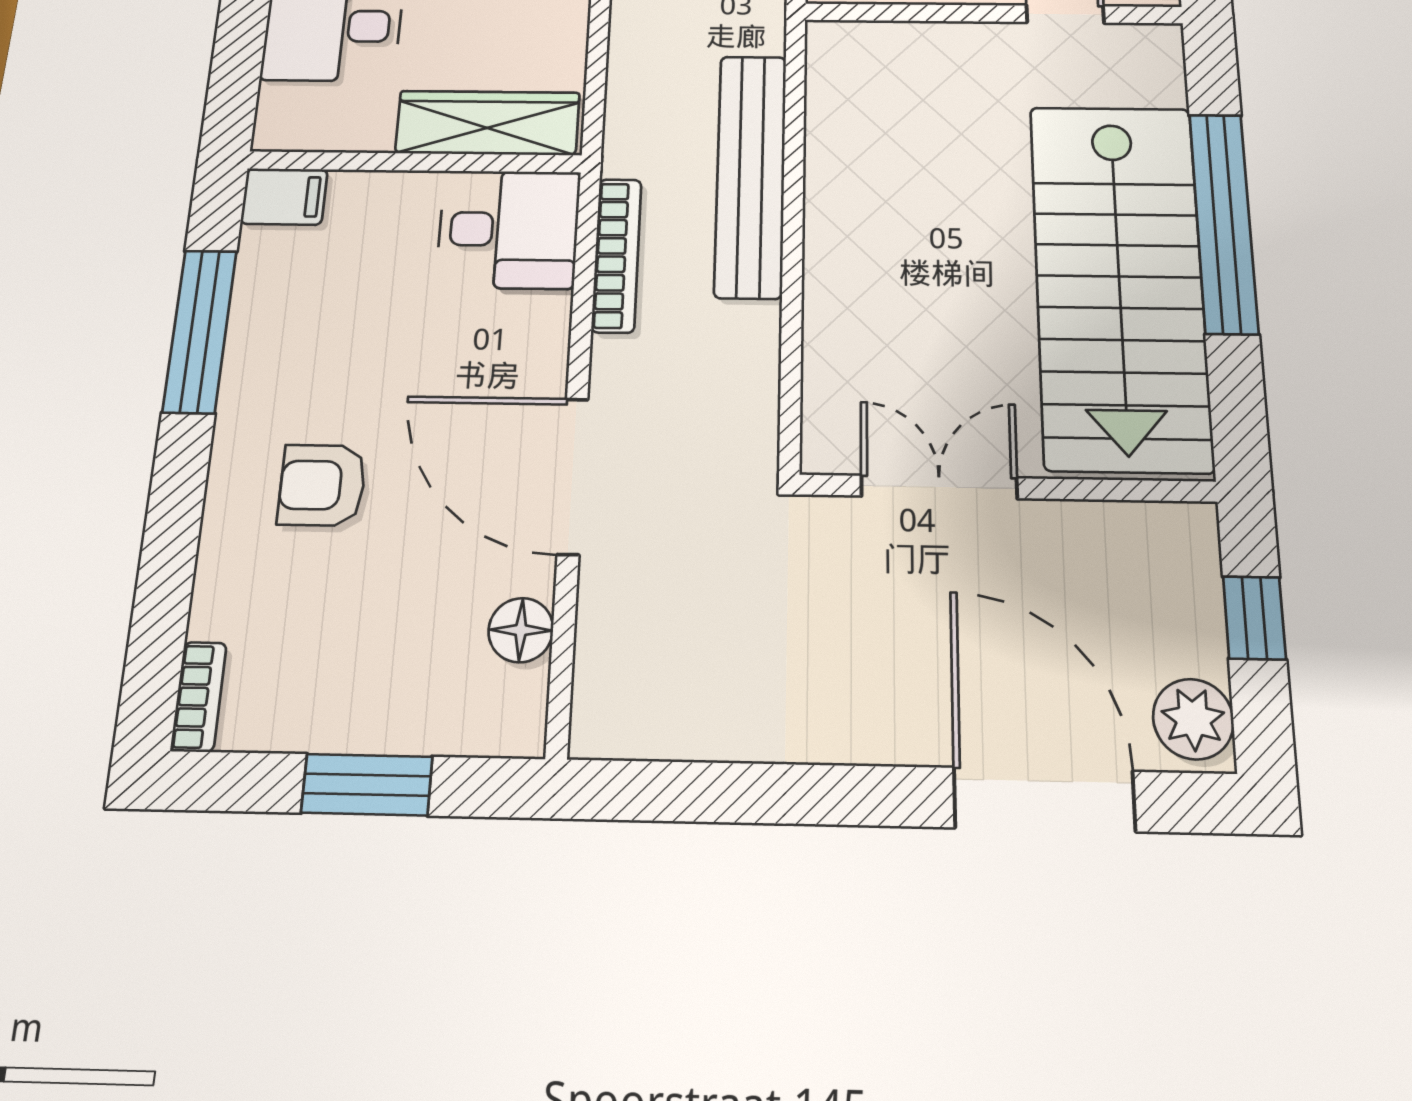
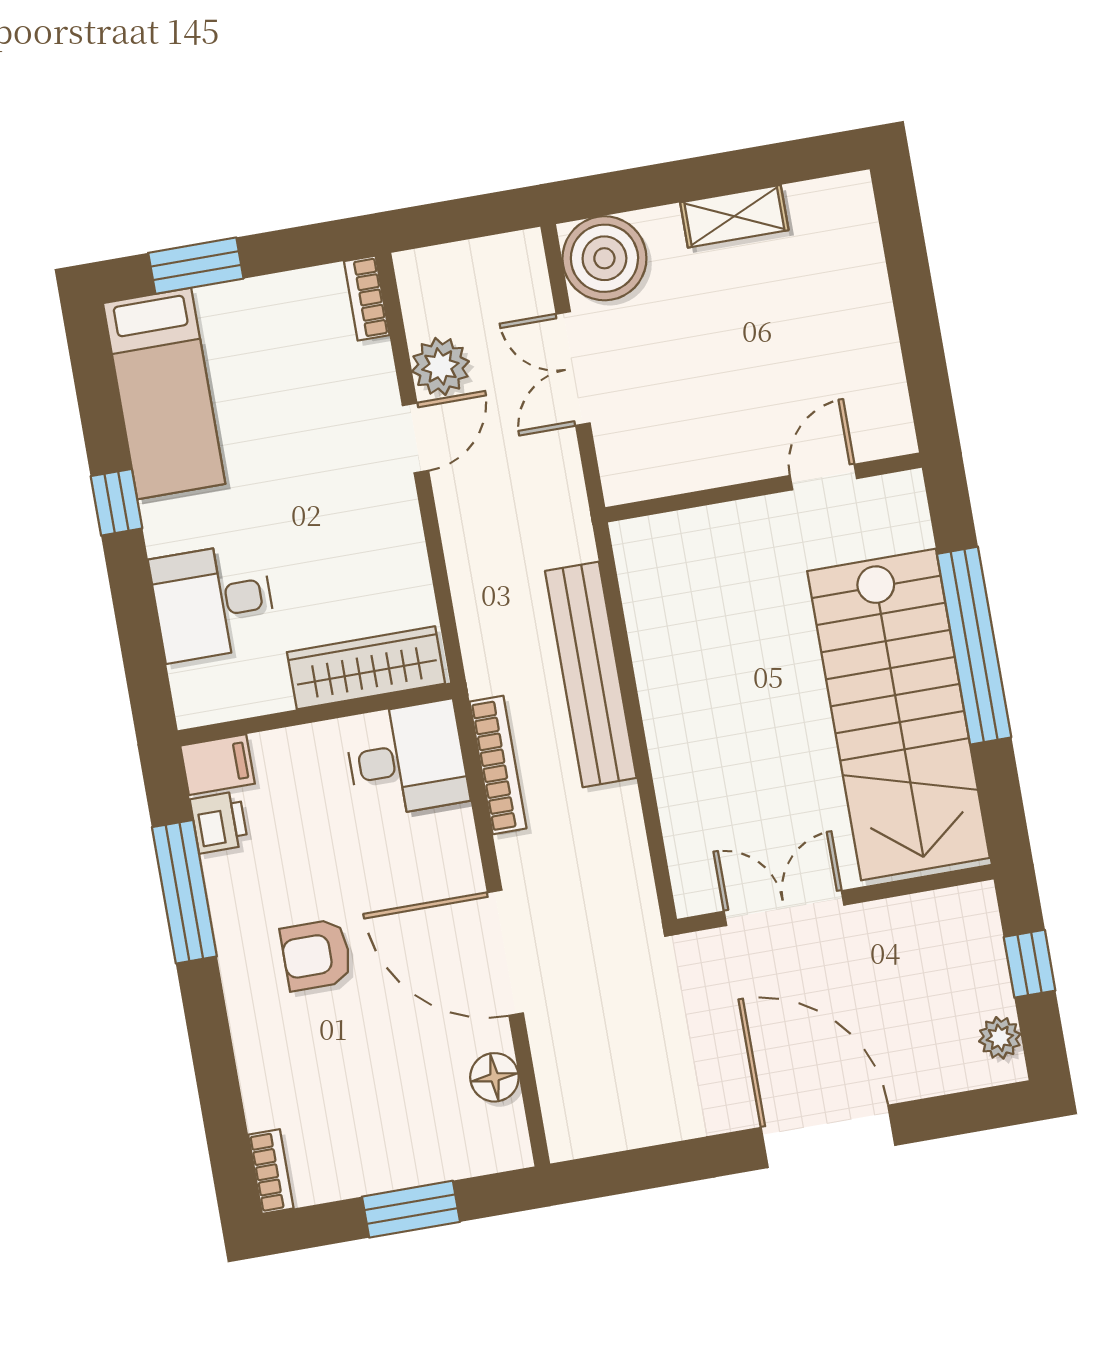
printer: (266, 260) -> (219, 822), added
armchair: (322, 485) -> (316, 955), moved
plant: (1193, 719) -> (1000, 1038), width x0.73, depth x0.73
door: (1044, 799) -> (828, 1136), moved

